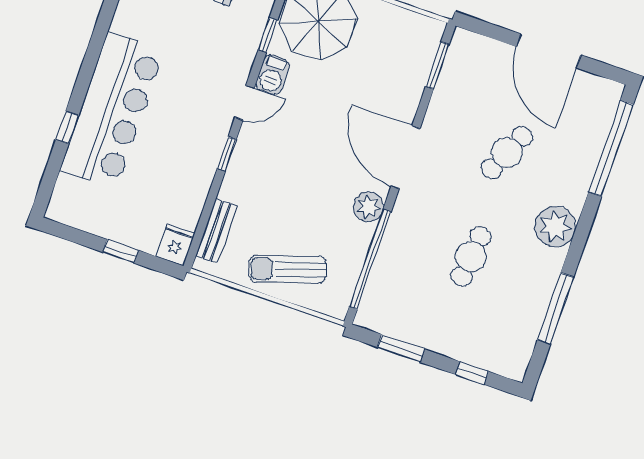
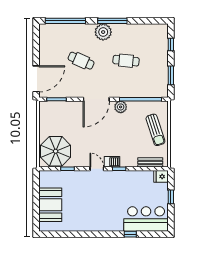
door: (549, 51) -> (36, 79), moved
barbecue: (272, 75) -> (112, 162), moved
bar counter: (112, 110) -> (146, 219), moved, width x0.73
window: (556, 308) -> (112, 21), moved

